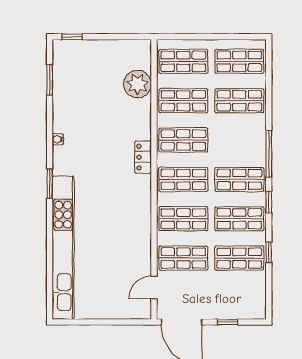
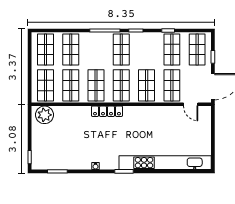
plant: (138, 84) -> (44, 115), moved
locker: (143, 157) -> (107, 111), width x1.53
shop shelf: (239, 219) -> (197, 49), moved

